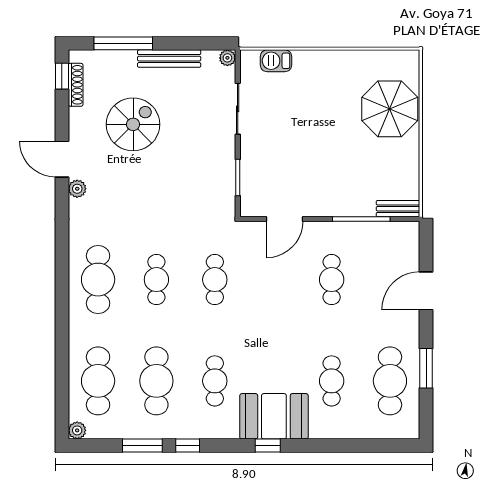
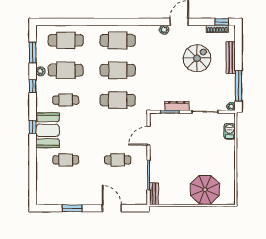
window: (123, 43) -> (238, 86), moved
bench: (169, 59) -> (231, 58), moved
spiral stairs: (133, 124) -> (197, 58), turned -90
dresser: (226, 164) -> (177, 106), added
door: (284, 219) -> (149, 136), hinge flipped
cafe table: (156, 280) -> (118, 70), width x1.37, depth x1.35
cafe table: (215, 280) -> (118, 100), width x1.37, depth x1.35
cafe table: (390, 381) -> (66, 190), removed
plant: (77, 430) -> (40, 71), moved
window: (142, 446) -> (33, 53), moved

